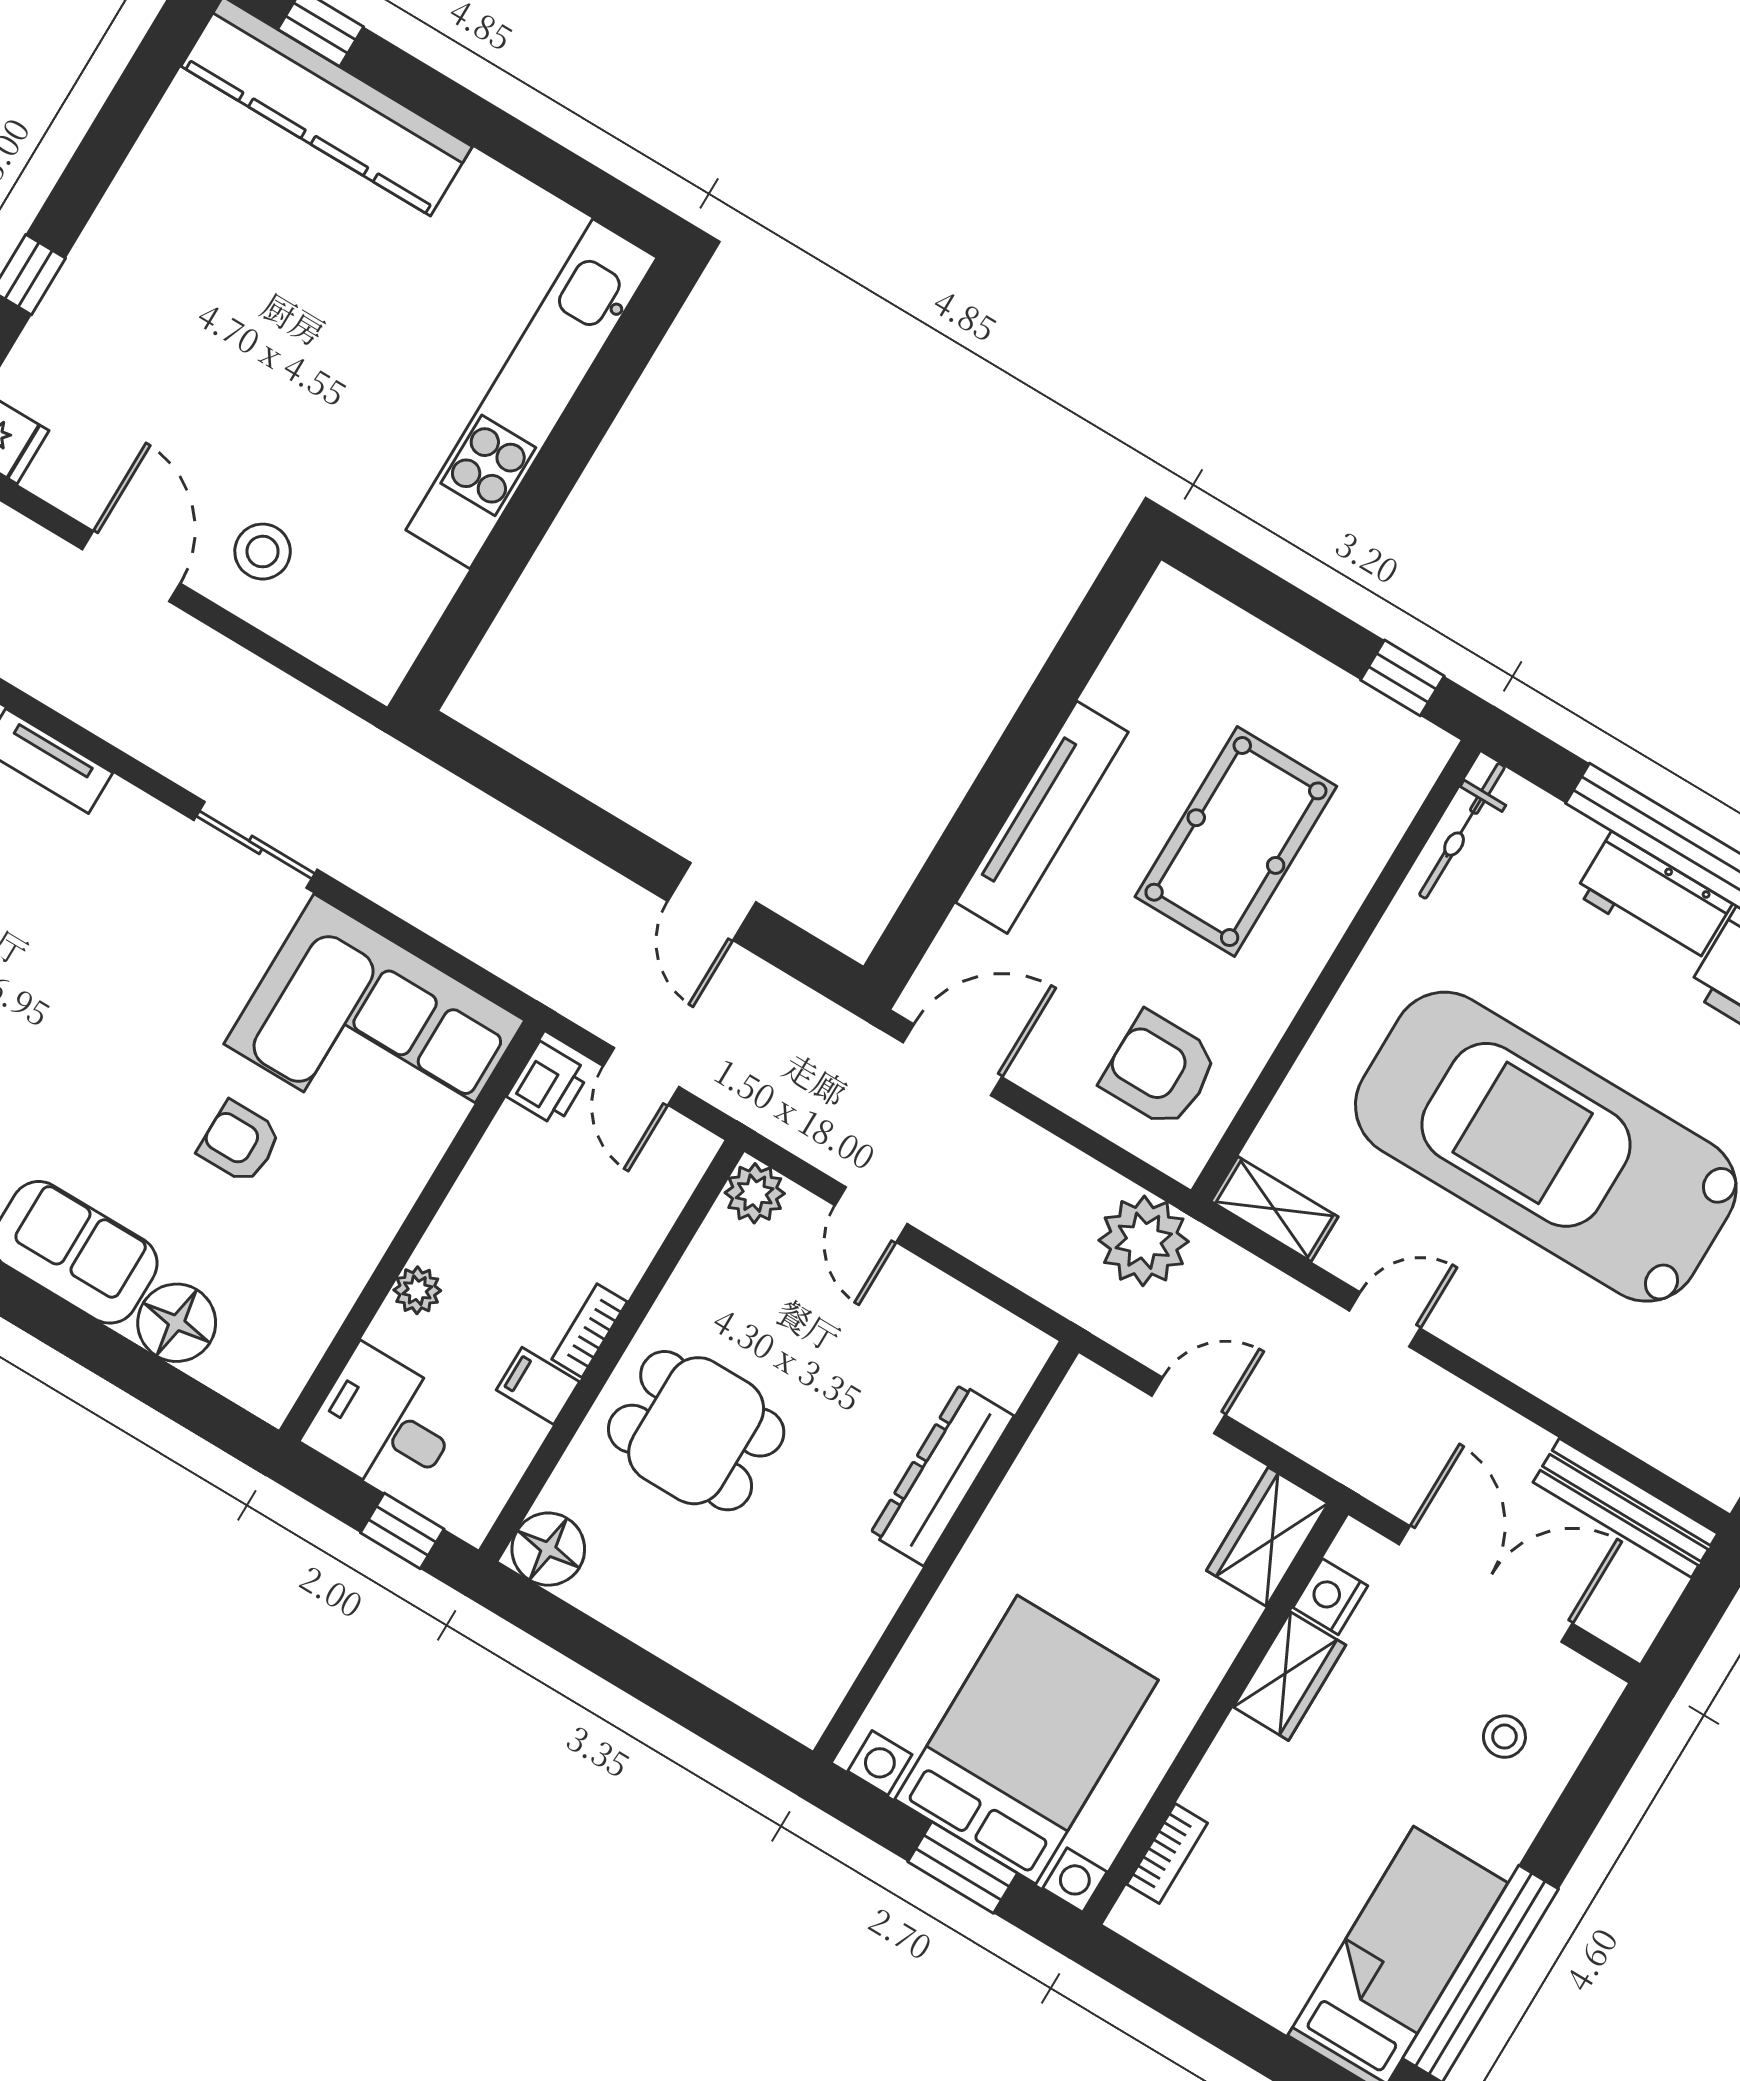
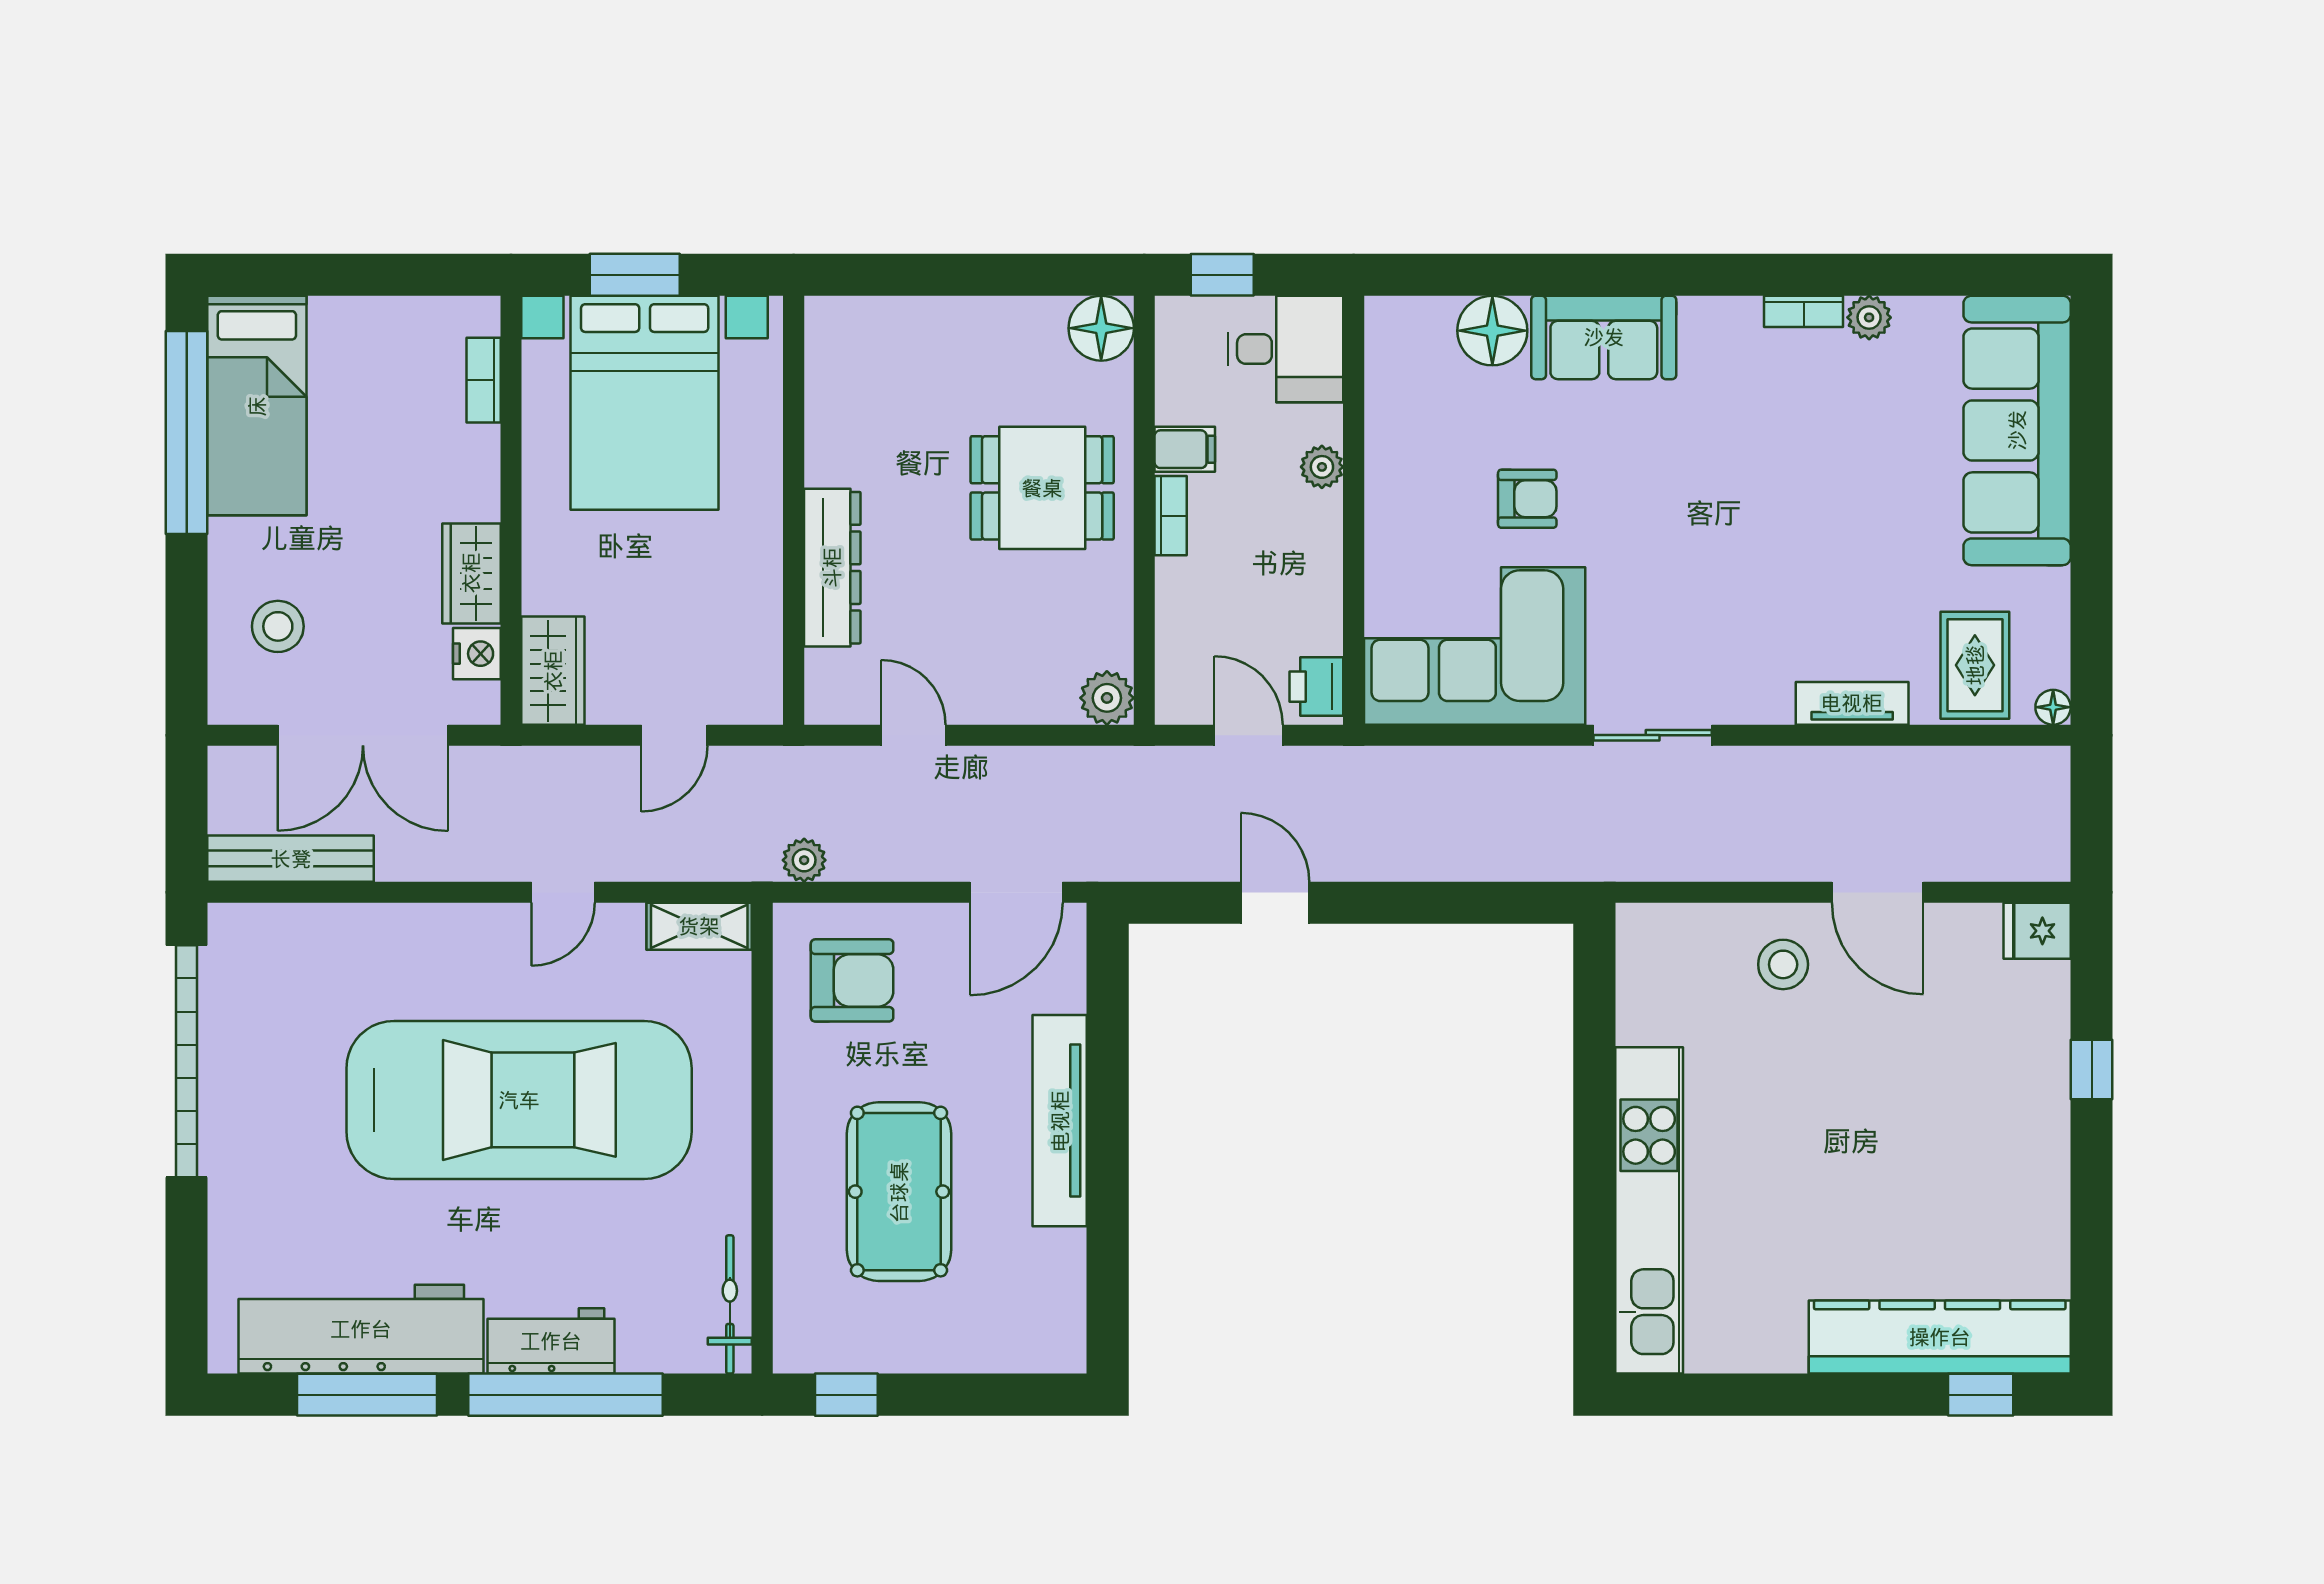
door: (871, 1215) -> (913, 735), moved
plant: (1144, 1241) -> (804, 860), width x0.53, depth x0.53
stool: (1504, 1737) -> (278, 626), width x1.37, depth x1.37

